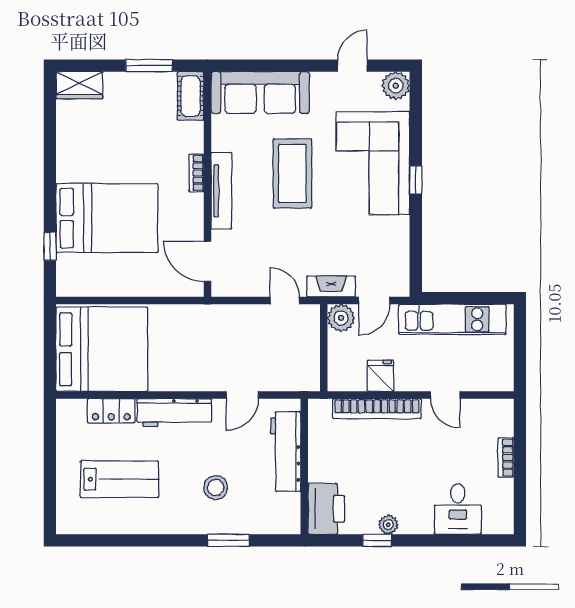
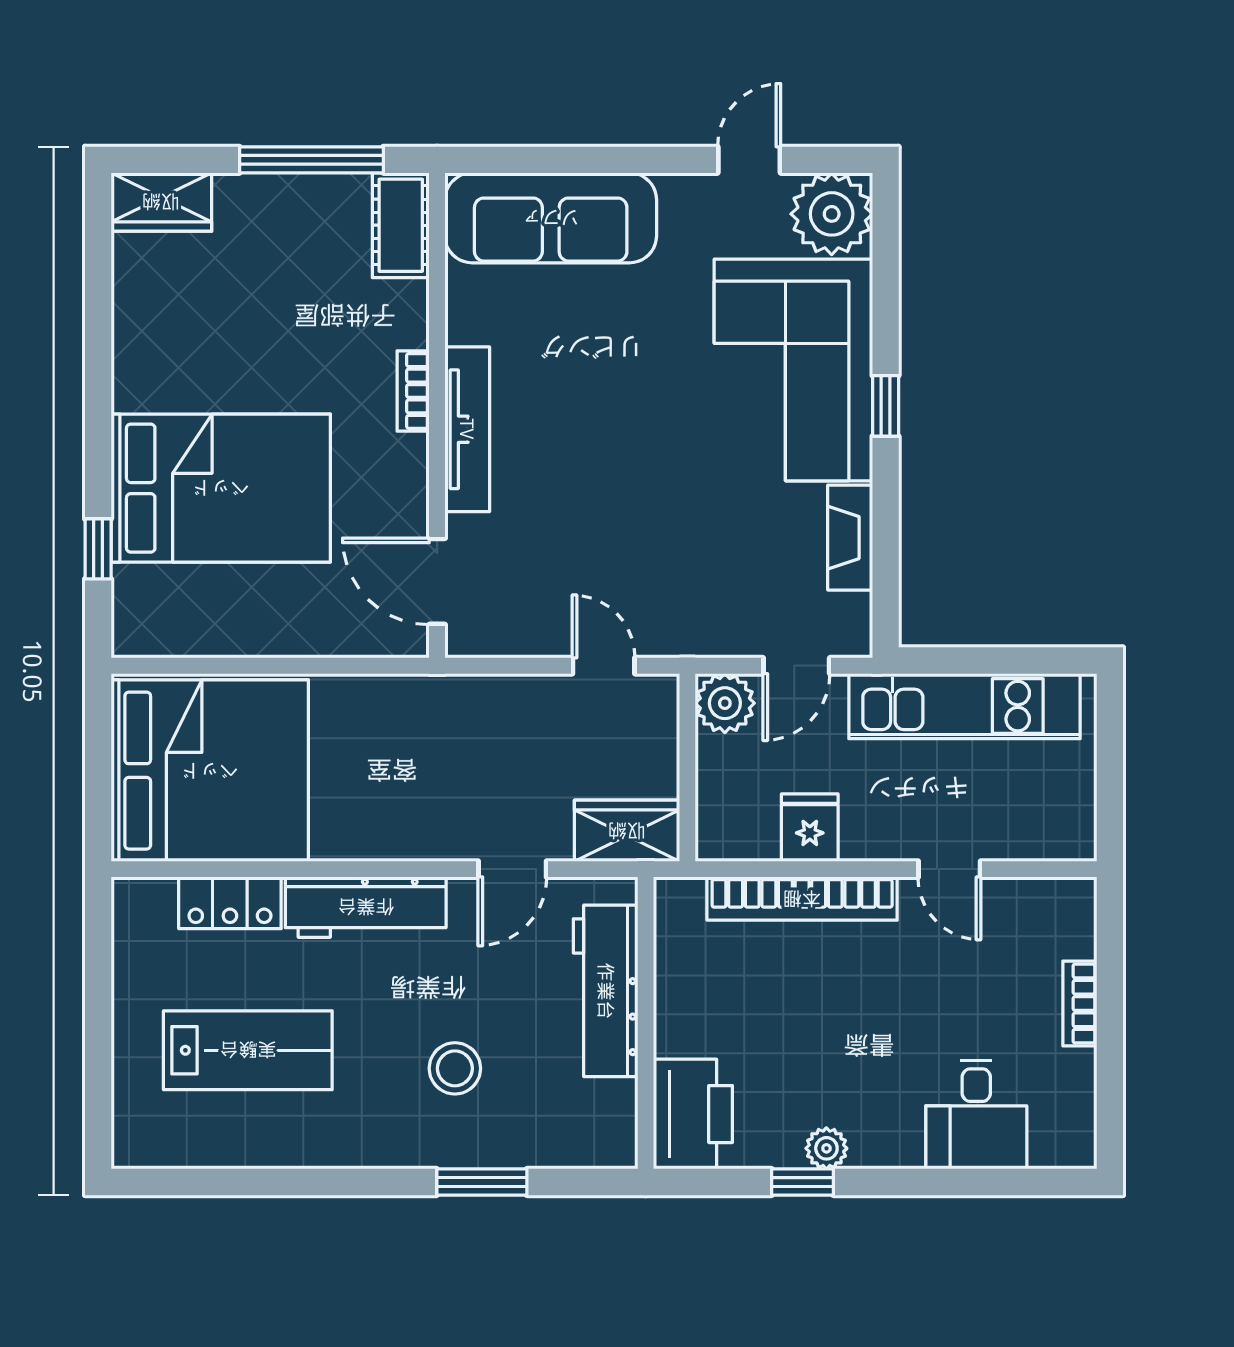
window: (149, 66) -> (311, 160), width x1.44
plant: (396, 86) -> (832, 214), width x1.36, depth x1.36
coffee table: (292, 174) -> (620, 392), removed
fireplace: (331, 286) -> (850, 538), moved, turned -90
wardrobe: (296, 377) -> (627, 831), added

